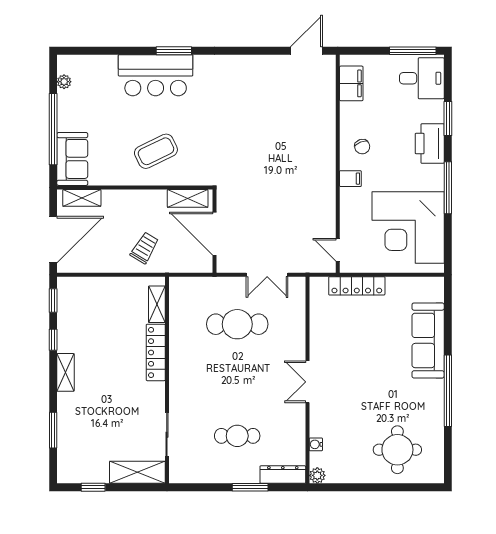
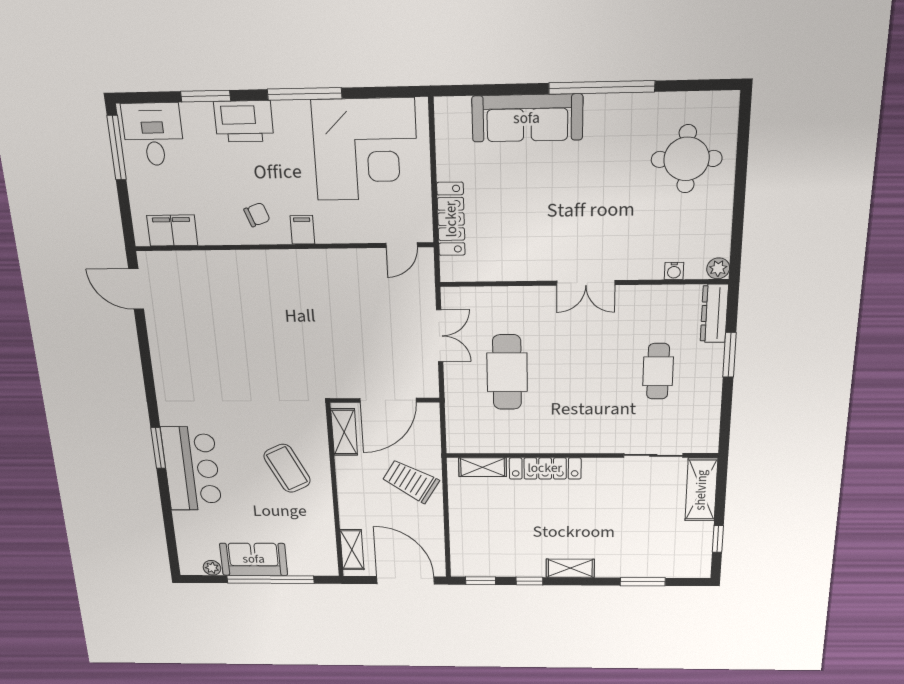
sofa: (72, 159) -> (254, 559), moved
trolley: (145, 248) -> (411, 481), width x1.36, depth x1.39

